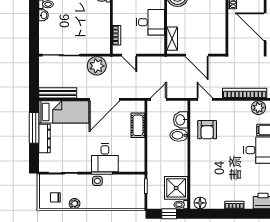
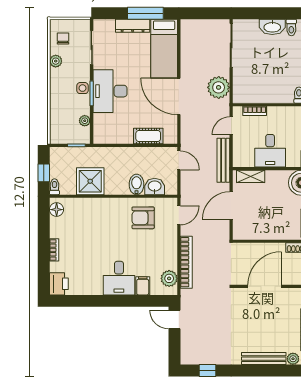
washbasin: (44, 15) -> (272, 27), width x1.91, depth x1.45
bench: (58, 93) -> (223, 160), moved
desk: (105, 158) -> (110, 91), width x1.37
plant: (125, 179) -> (85, 121), added
shower: (176, 188) -> (90, 181), moved

